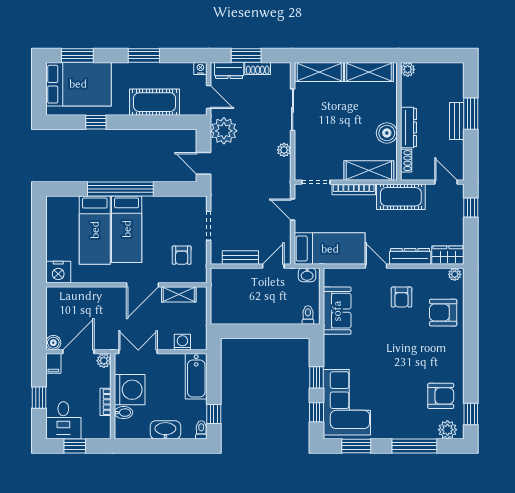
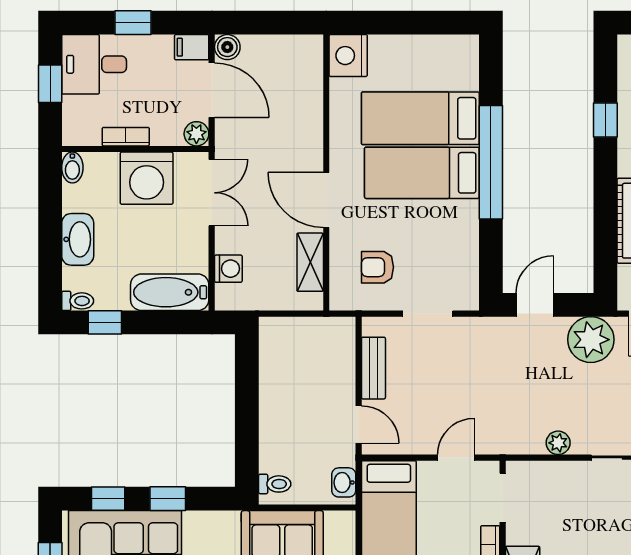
bidet: (123, 413) -> (72, 167), moved

